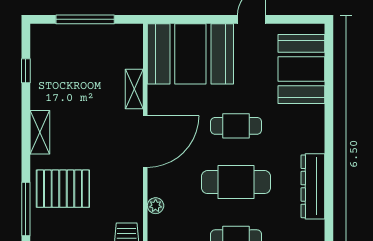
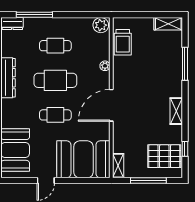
shelving: (134, 89) -> (118, 166), moved
pallet: (63, 189) -> (164, 156), moved

